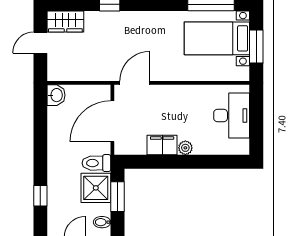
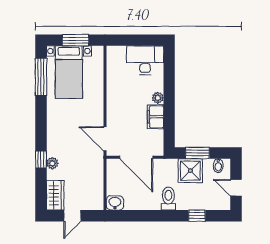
plant: (105, 18) -> (52, 163), added
door: (40, 43) -> (72, 216), hinge flipped
desk: (232, 116) -> (145, 60), moved
toilet: (96, 163) -> (168, 199), moved, turned 180

